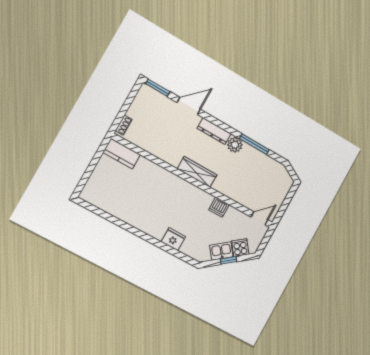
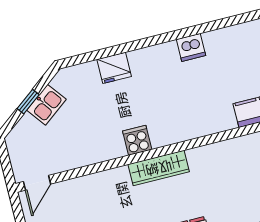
dishwasher: (219, 207) -> (191, 47), moved, turned 180
cooker: (240, 248) -> (137, 140), moved, turned -143

